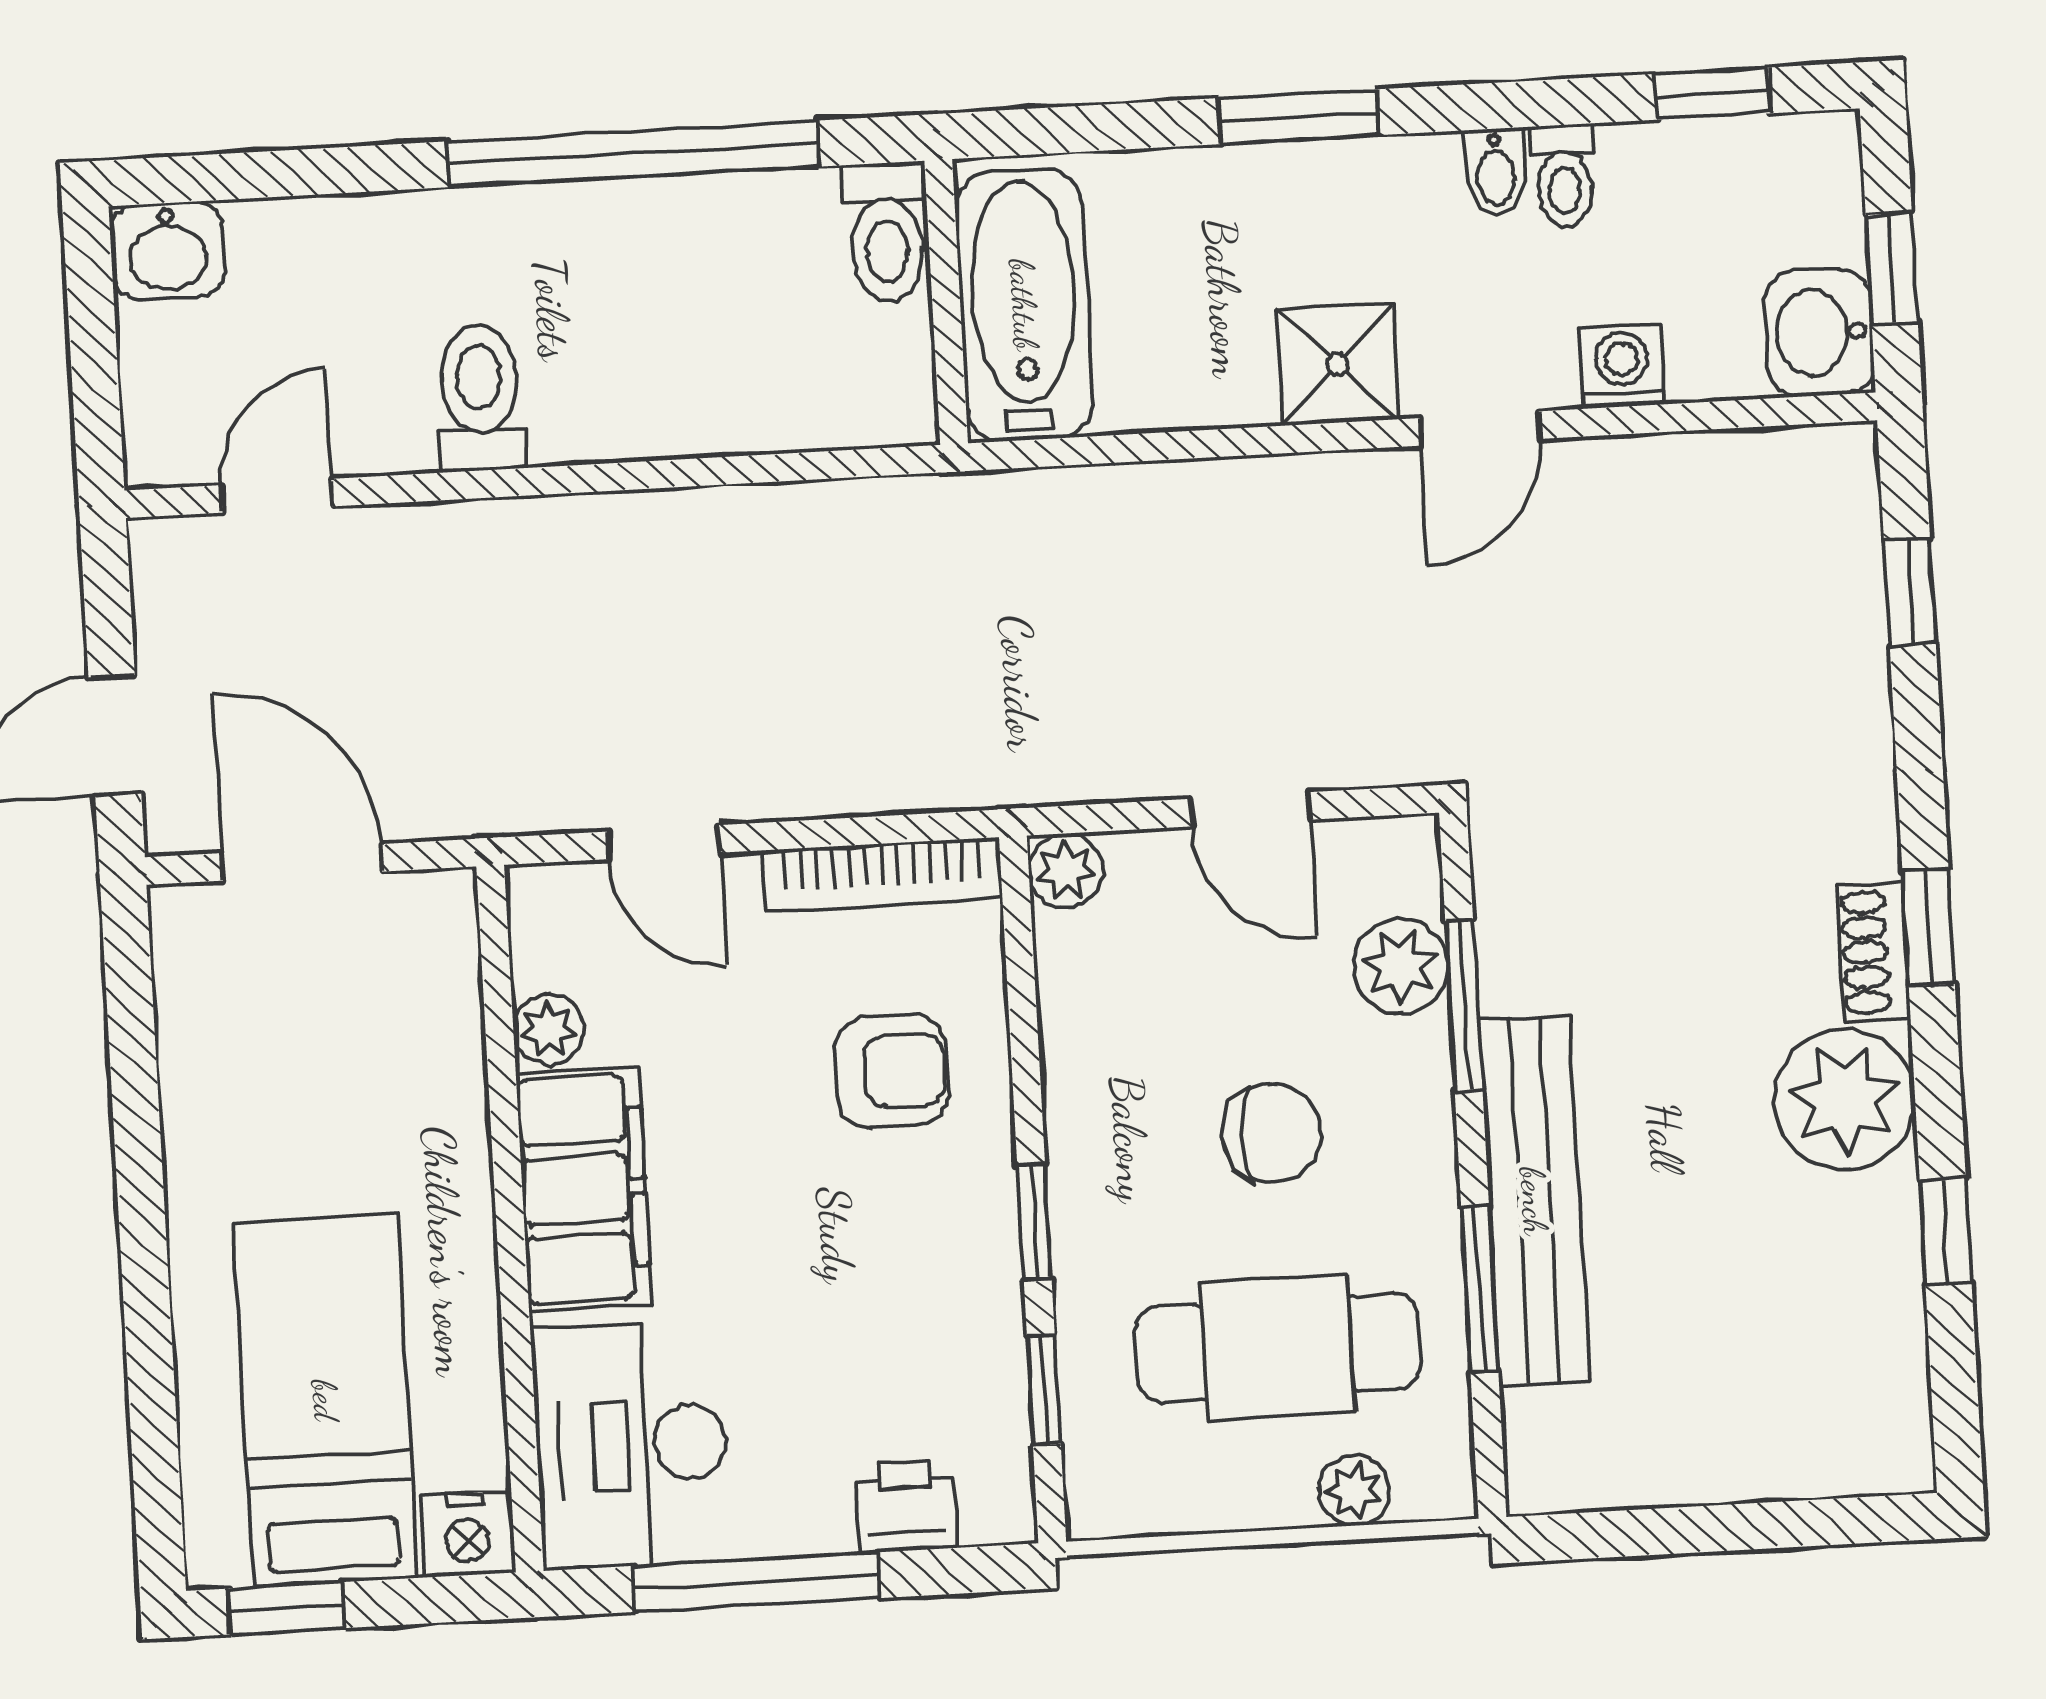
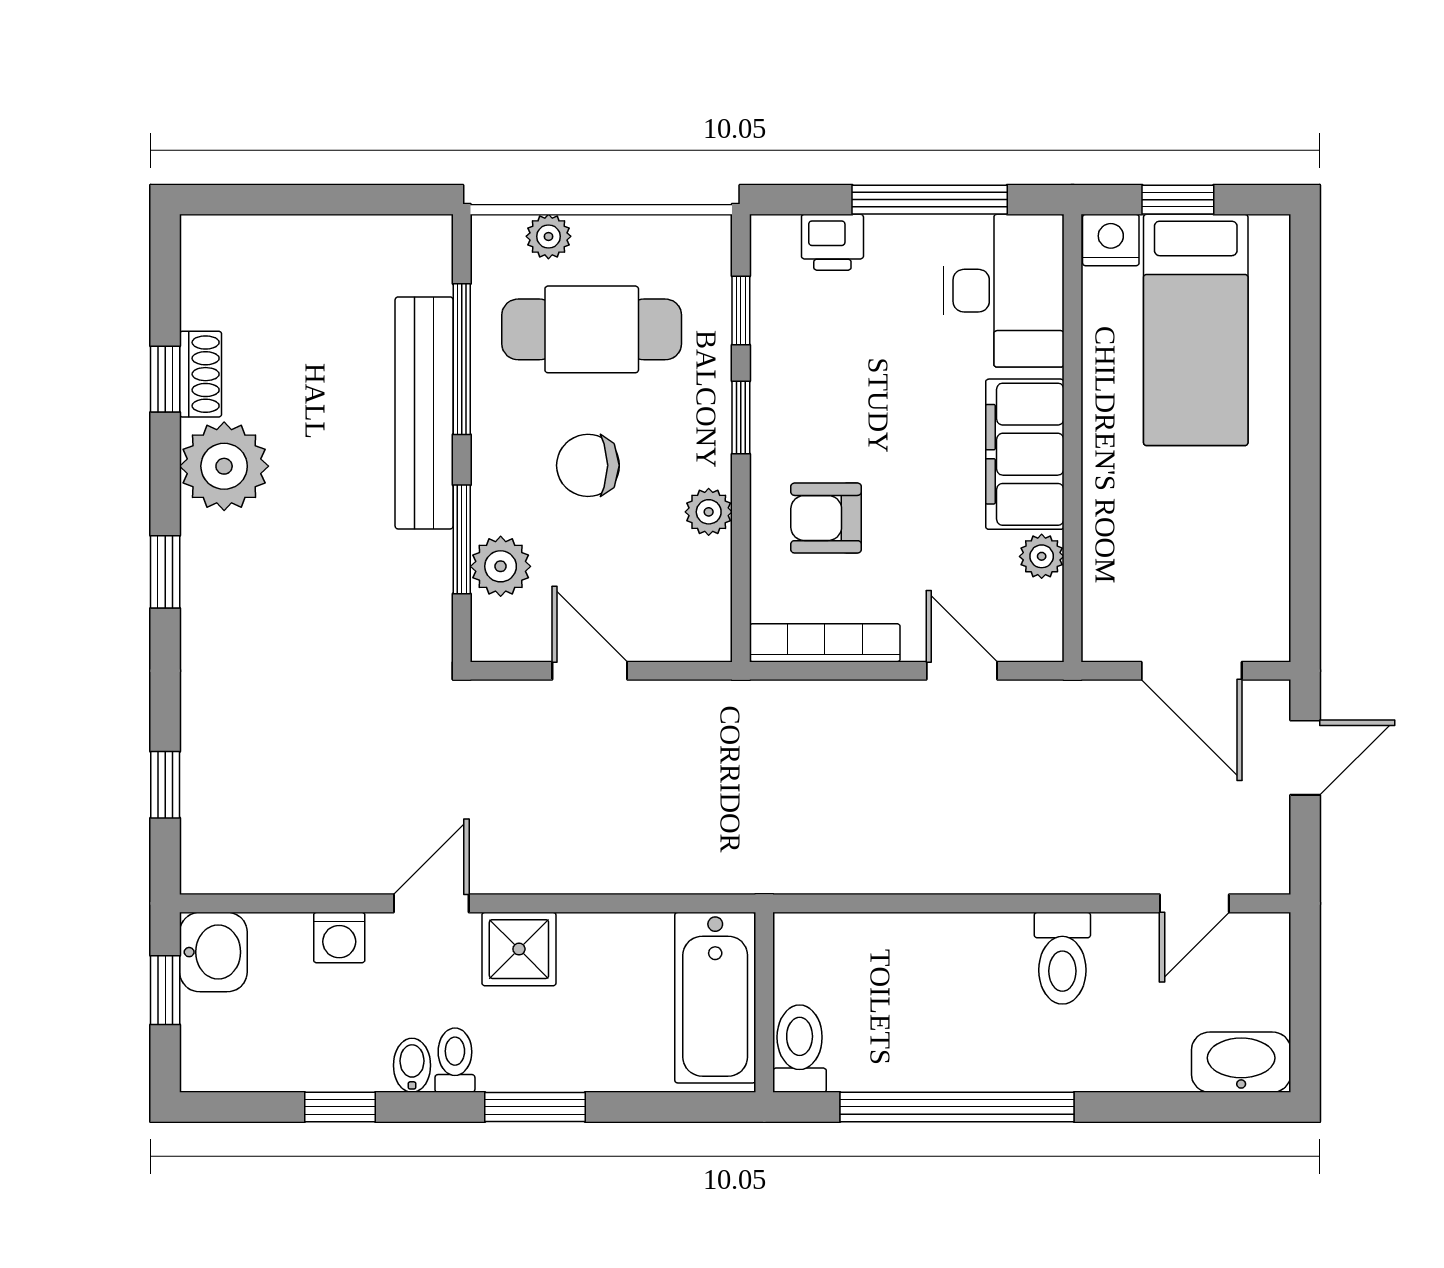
window: (1712, 94) -> (340, 1107), moved
toilet: (1564, 176) -> (455, 1060), moved
washbasin: (167, 251) -> (1241, 1062), width x1.38
plant: (1066, 871) -> (709, 512), moved
shoe rack: (1874, 952) -> (201, 374), moved
window: (1480, 1289) -> (462, 359), width x1.44
window: (286, 1608) -> (1178, 200), moved

